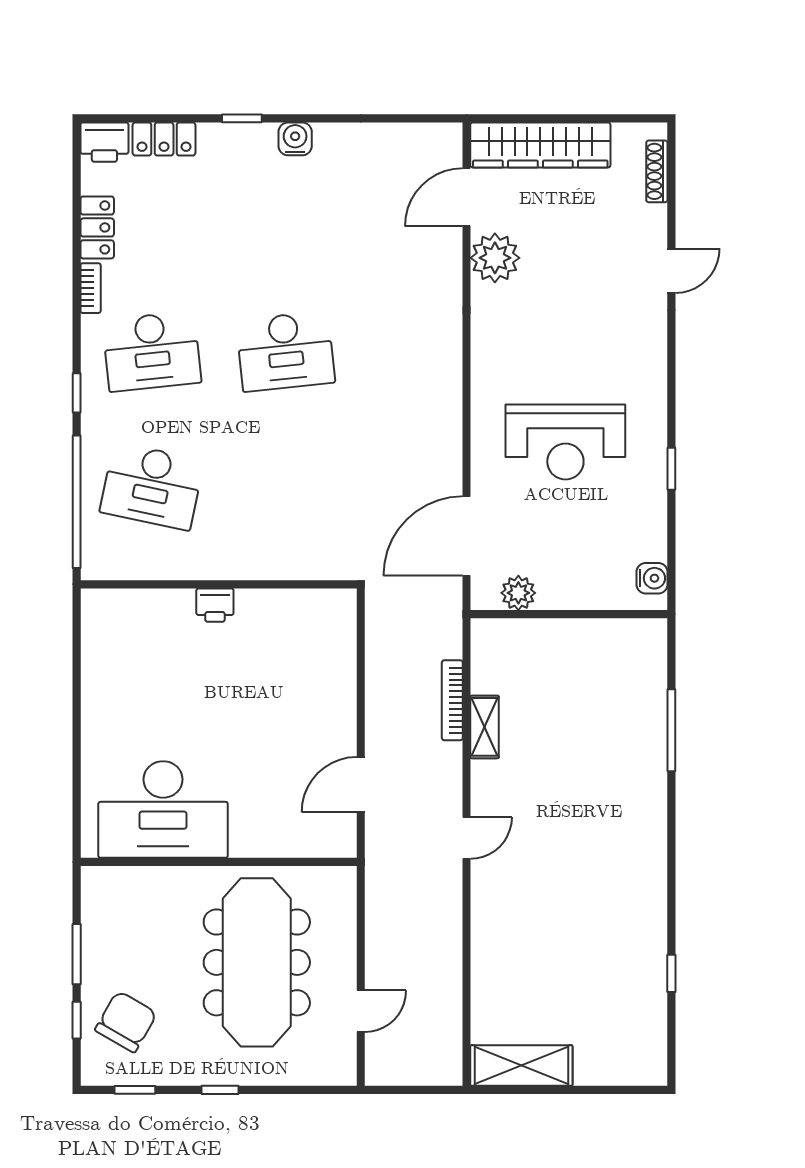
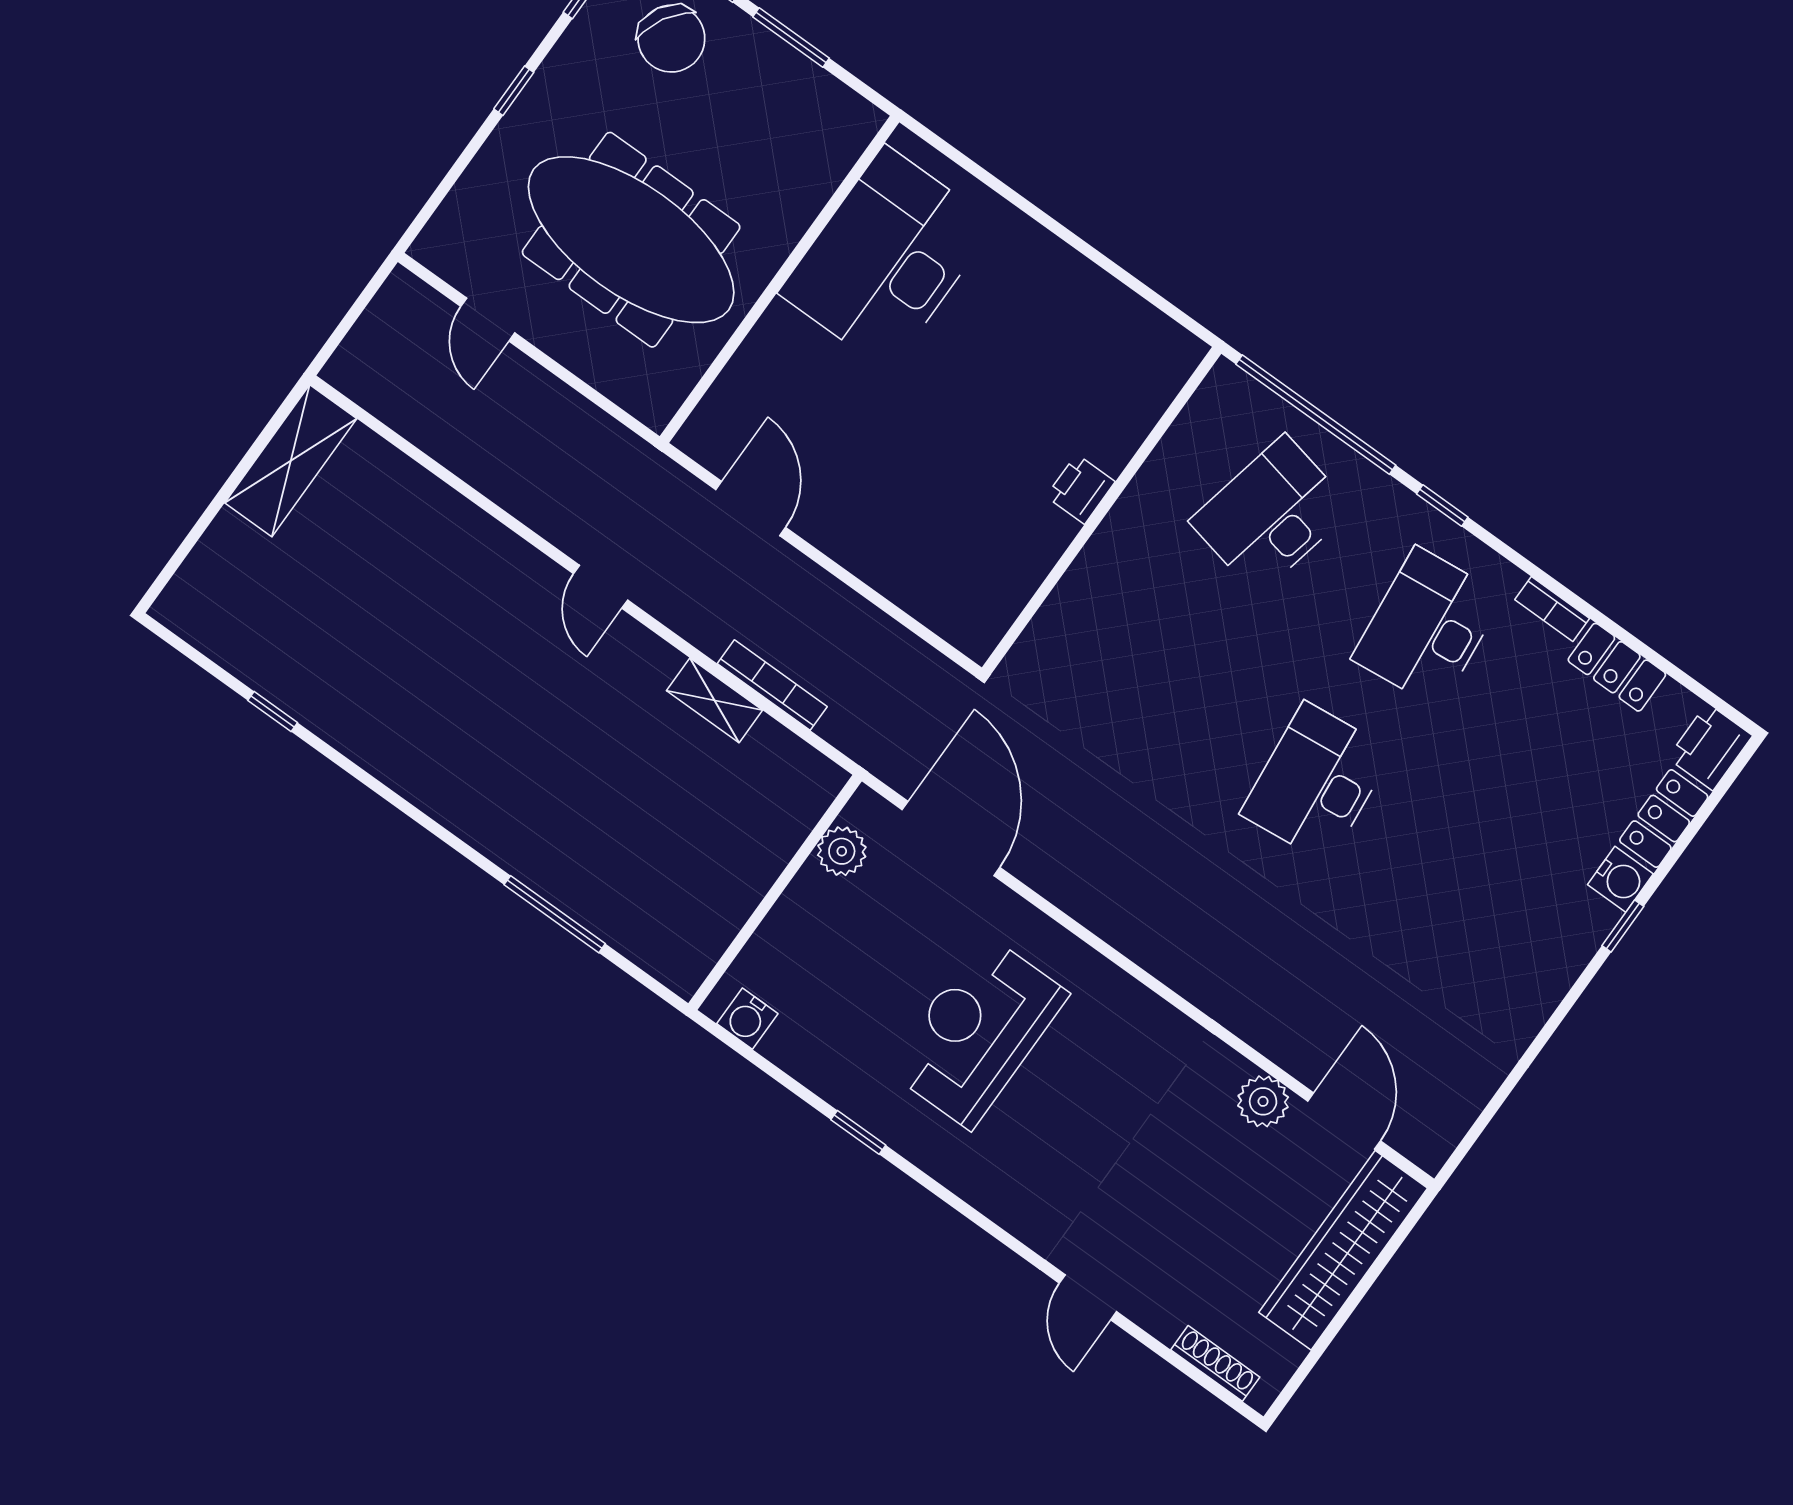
water cooler: (295, 139) -> (1620, 879), moved
plant: (495, 258) -> (1263, 1101), width x0.73, depth x0.73

